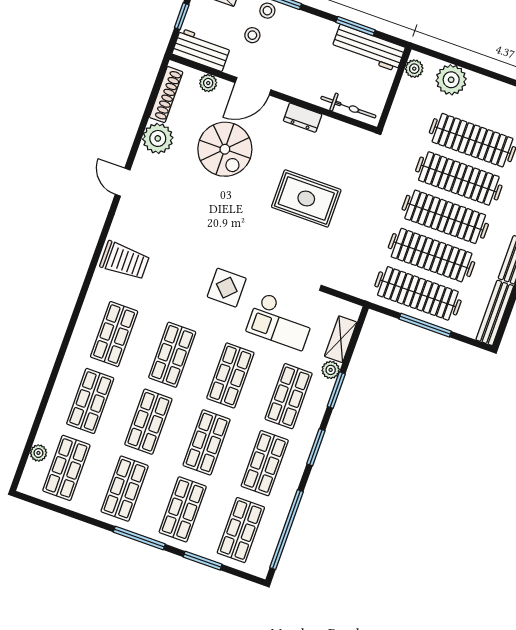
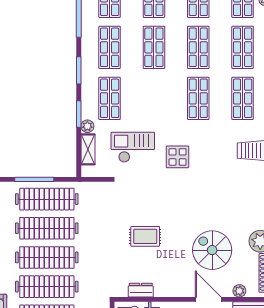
door: (253, 86) -> (208, 299), hinge flipped
dresser: (303, 118) -> (141, 290), moved
rug: (306, 198) -> (145, 236), width x0.73, depth x0.70
shop shelf: (230, 375) -> (154, 98), removed

